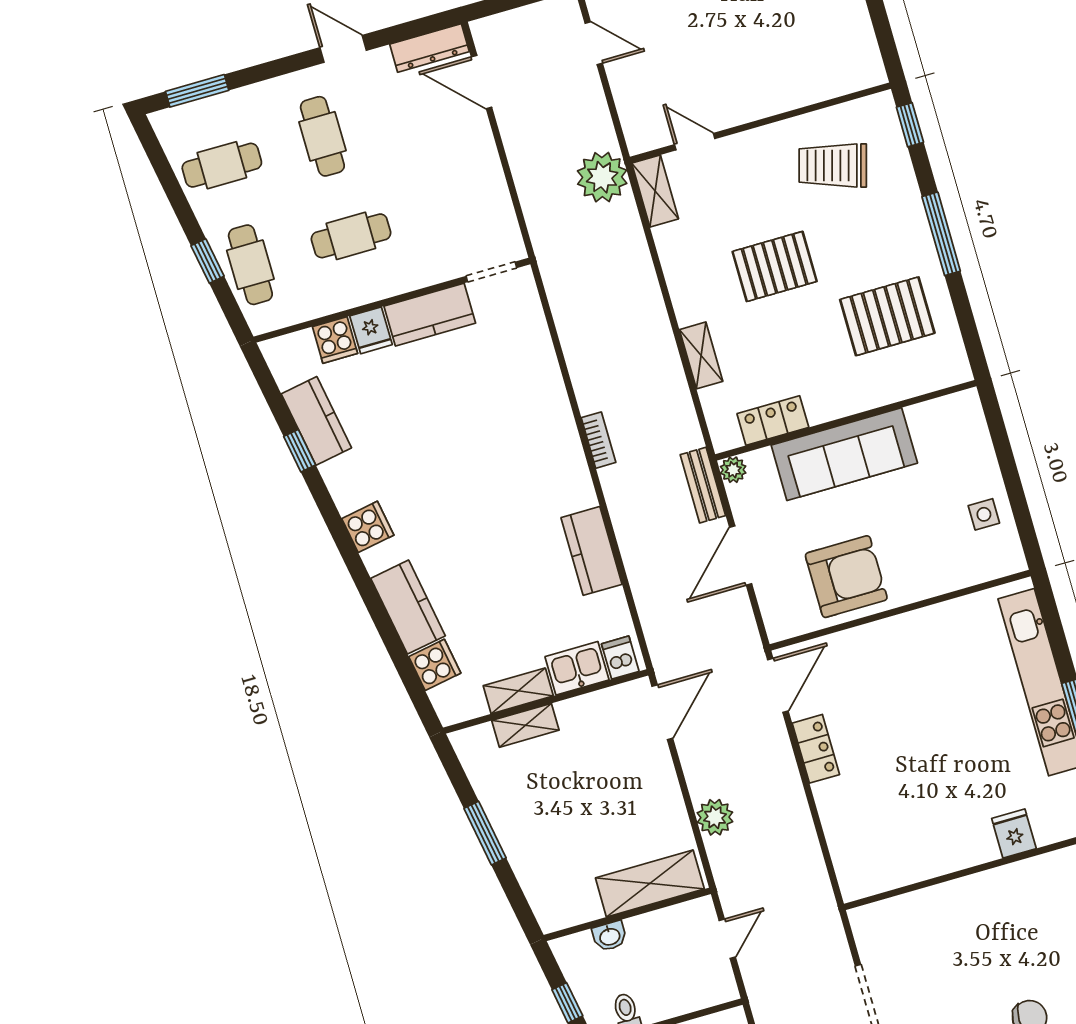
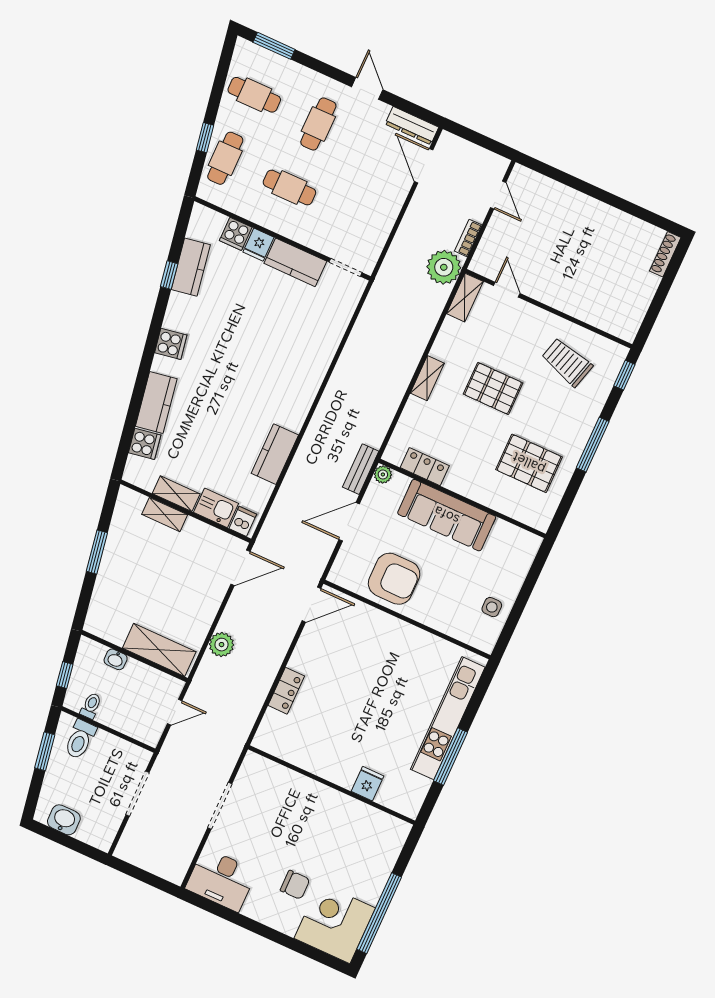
shelving: (701, 355) -> (427, 378), moved
bookcase: (599, 440) -> (468, 238), moved, turned 180
locker: (816, 749) -> (286, 691), moved

